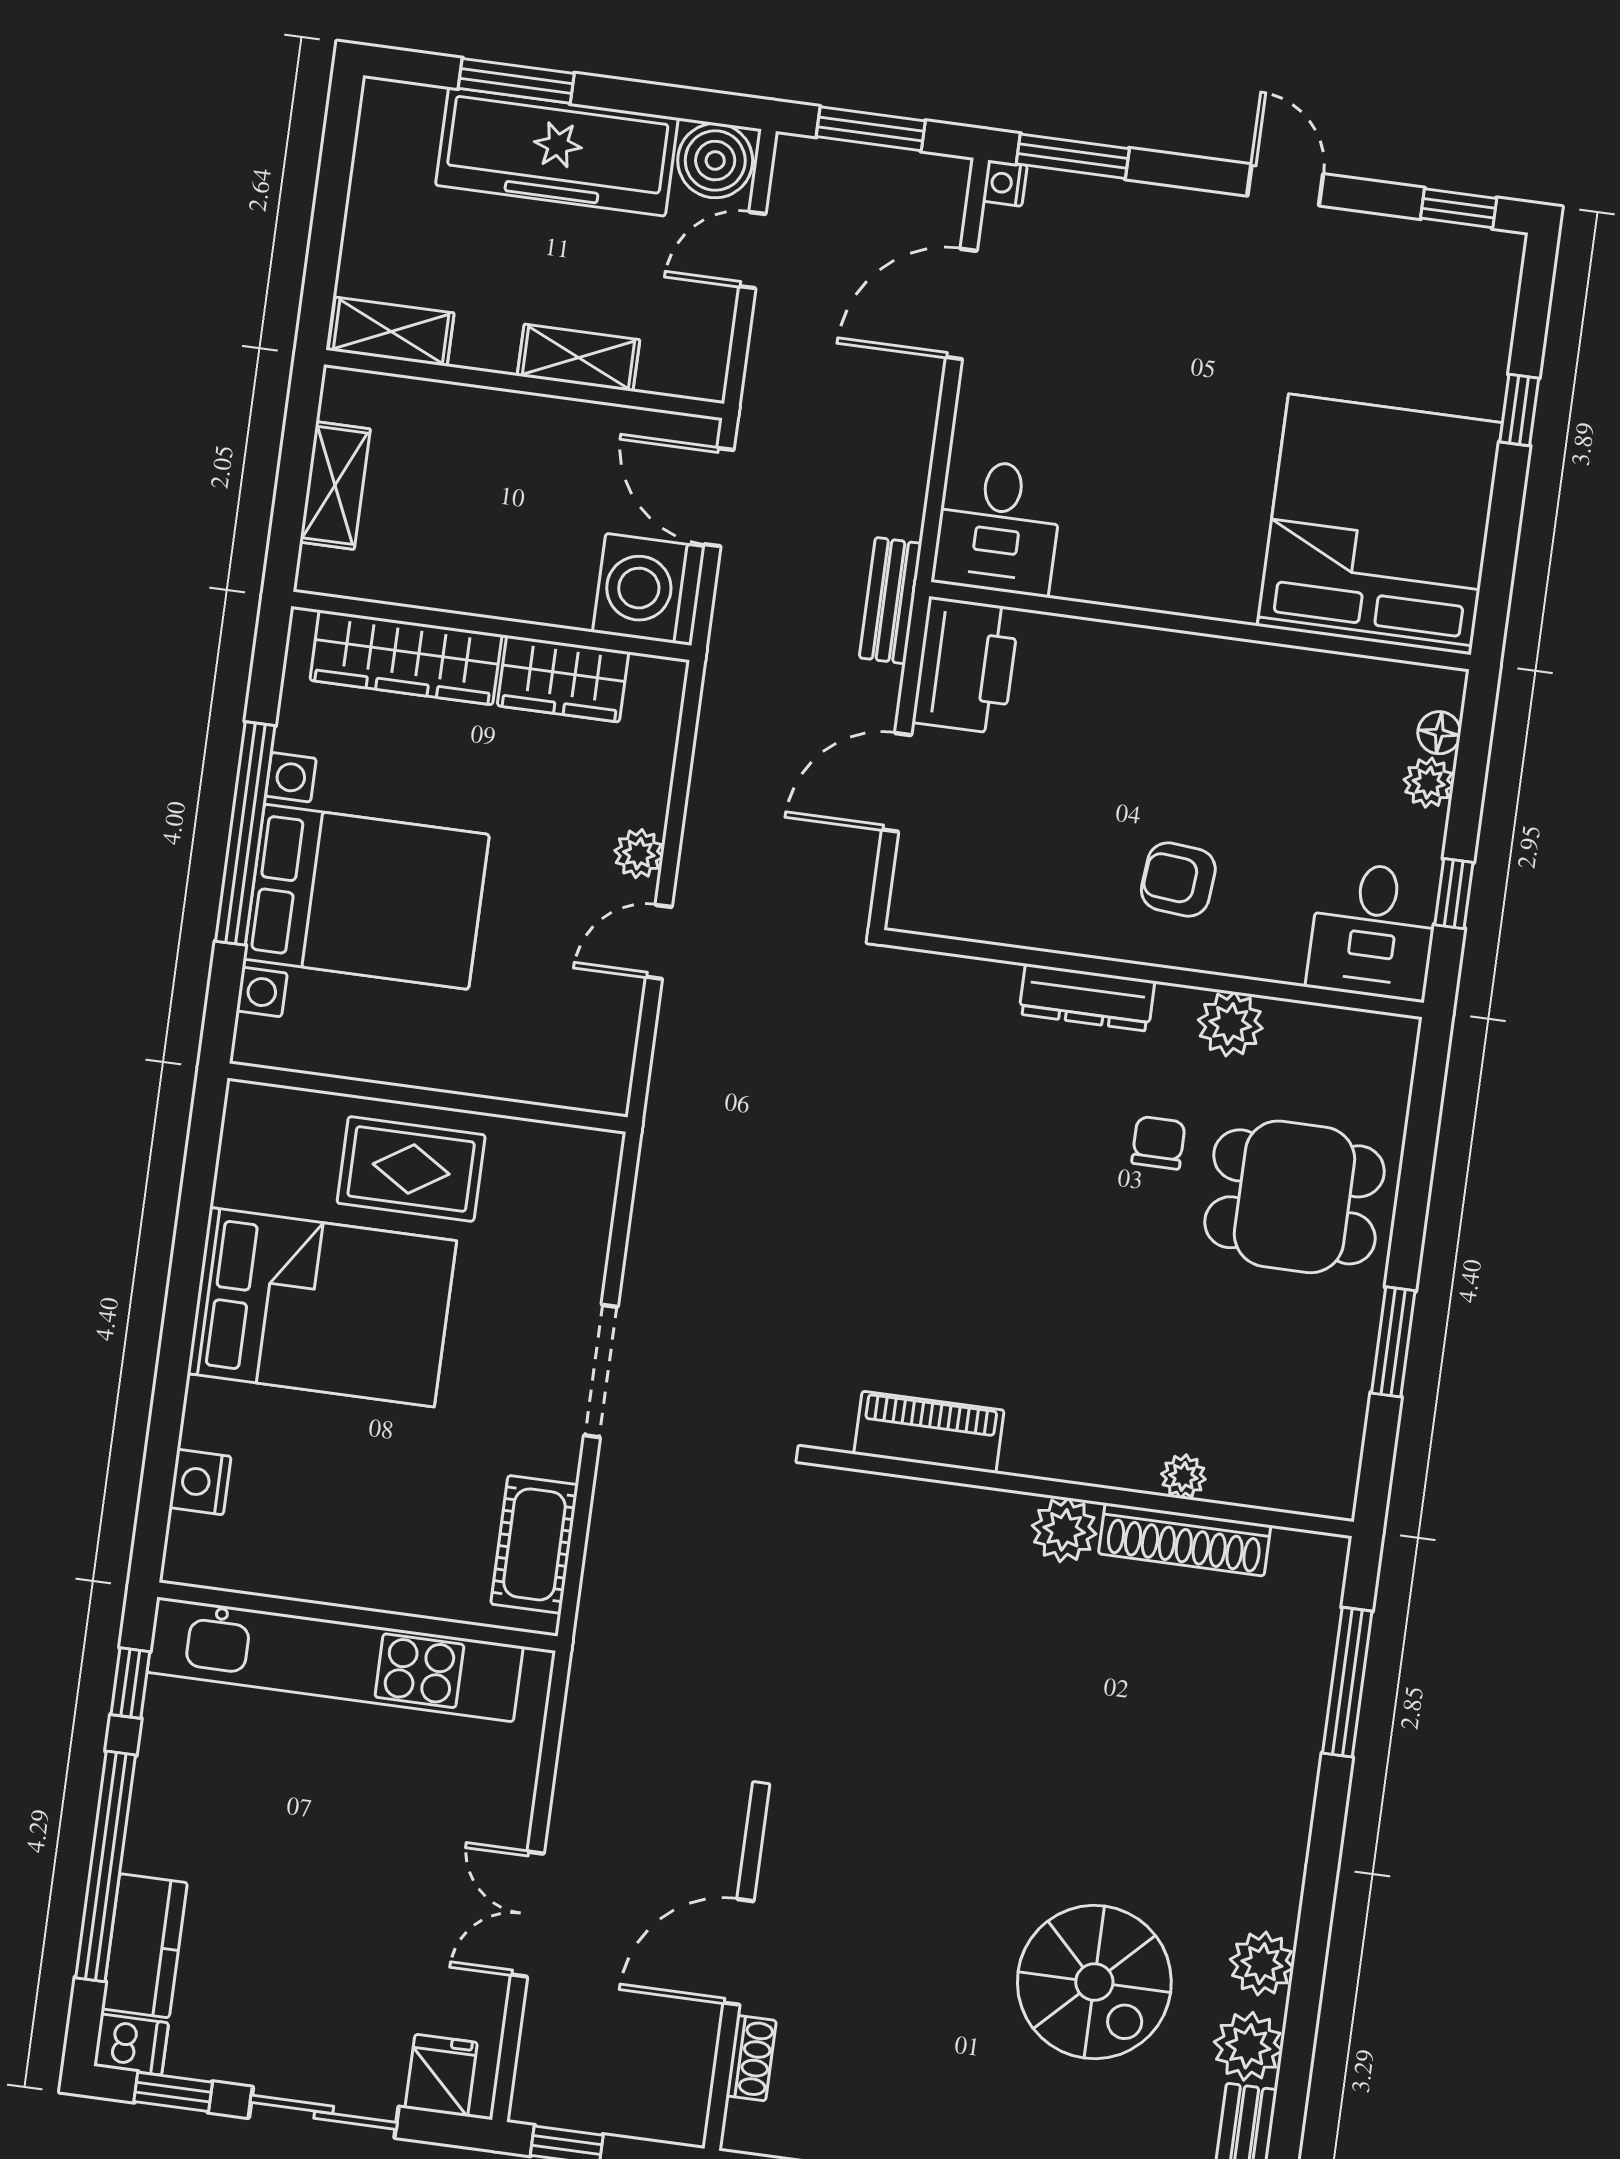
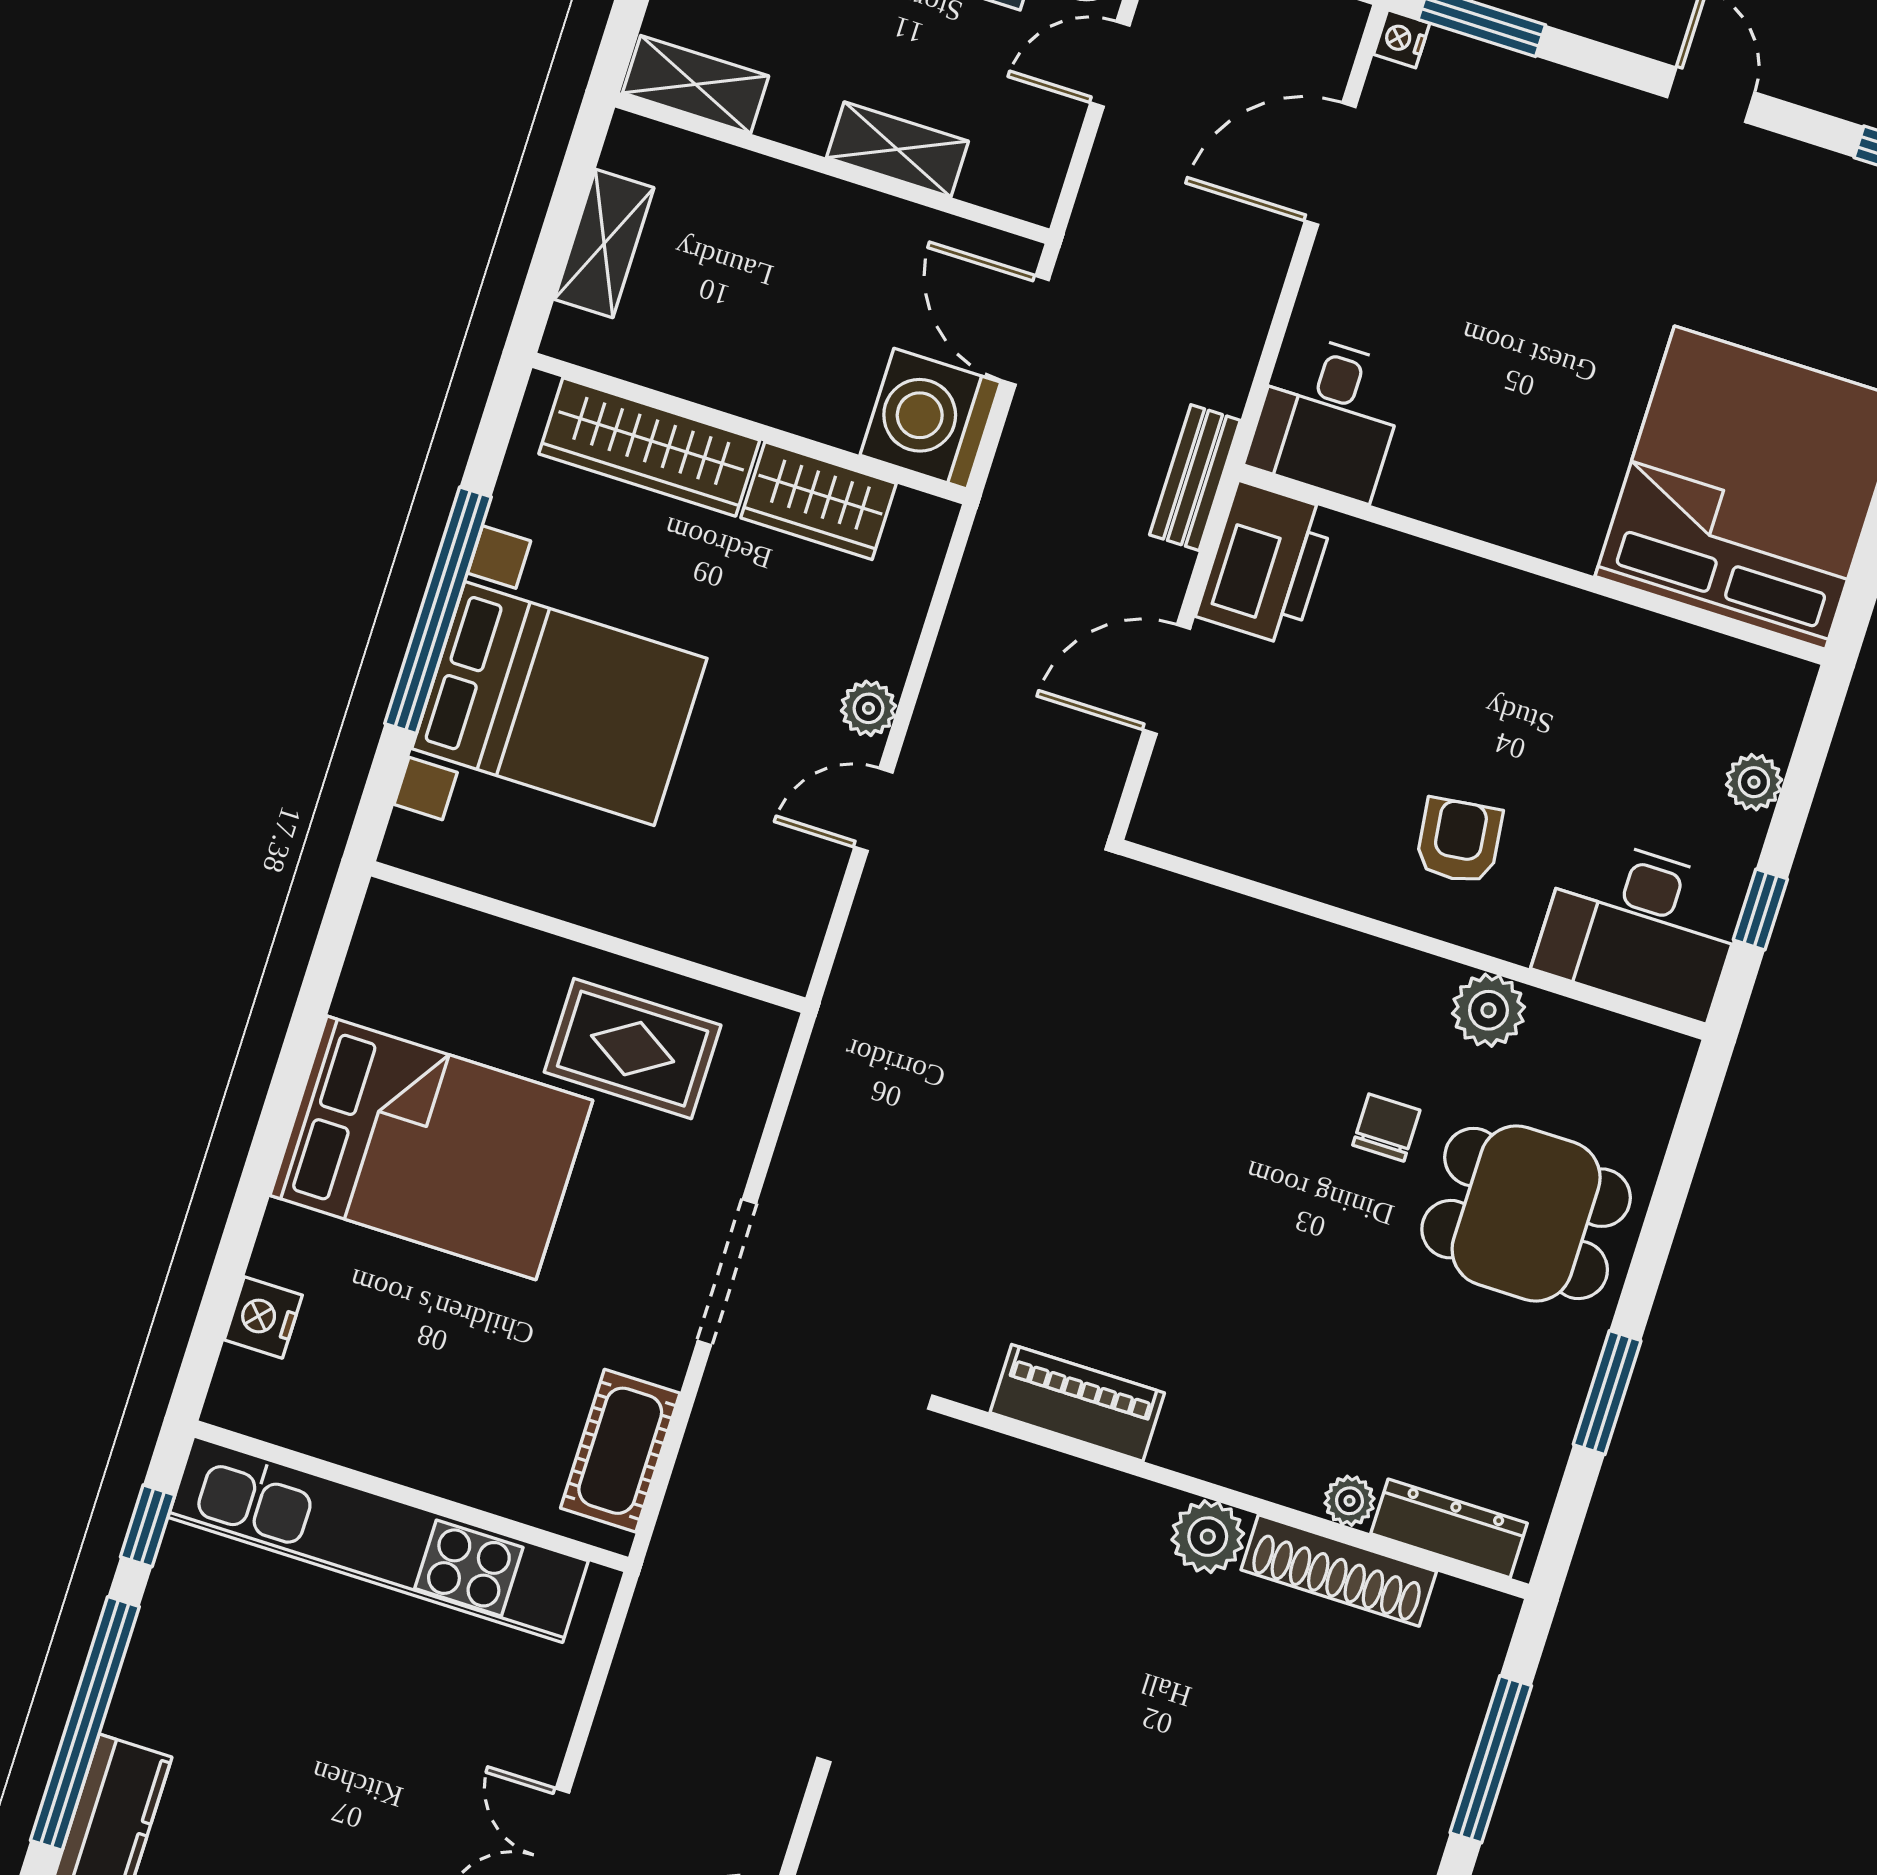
floor lamp: (1439, 733) -> (1775, 729), removed
armchair: (1178, 879) -> (1459, 841), turned 78
desk: (1373, 931) -> (1640, 927), width x1.37
dresser: (1087, 998) -> (1449, 1528), moved, turned 180
rug: (411, 1169) -> (633, 1049), moved

